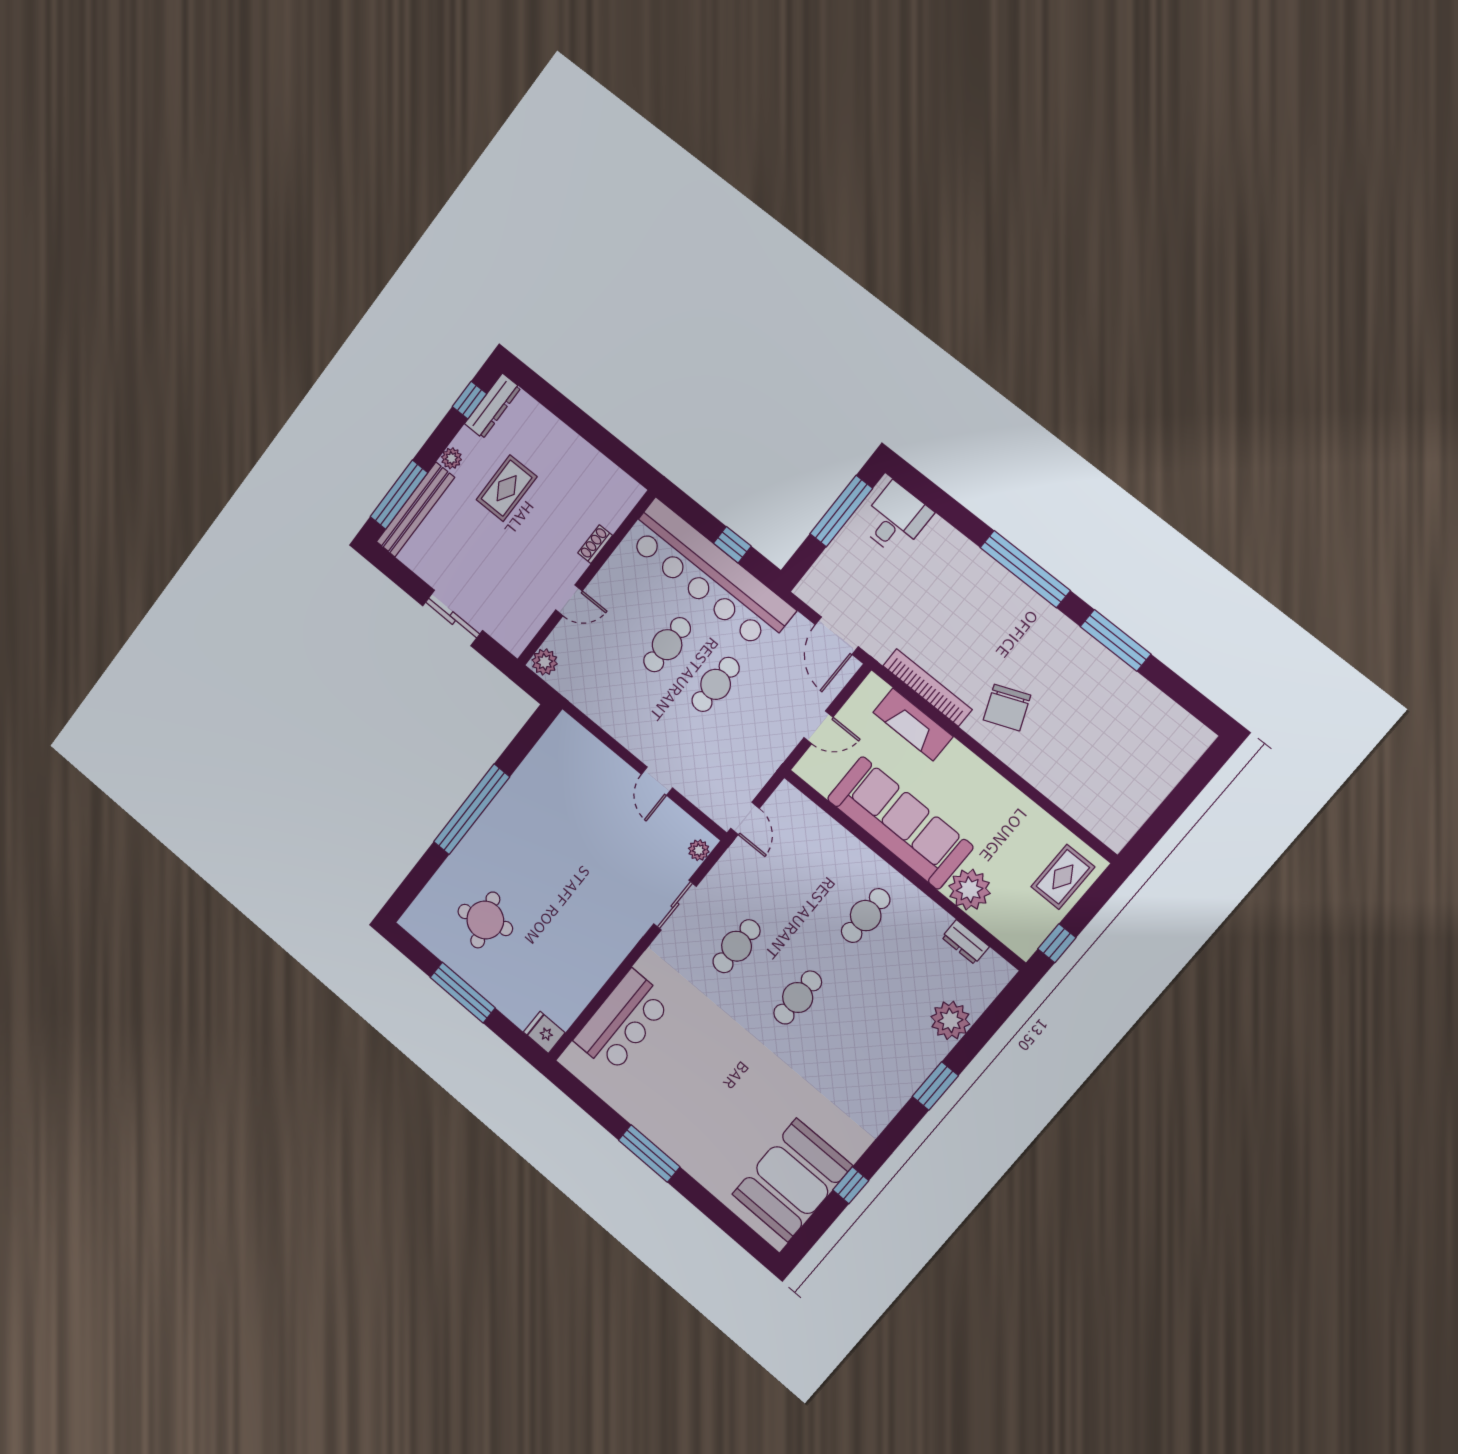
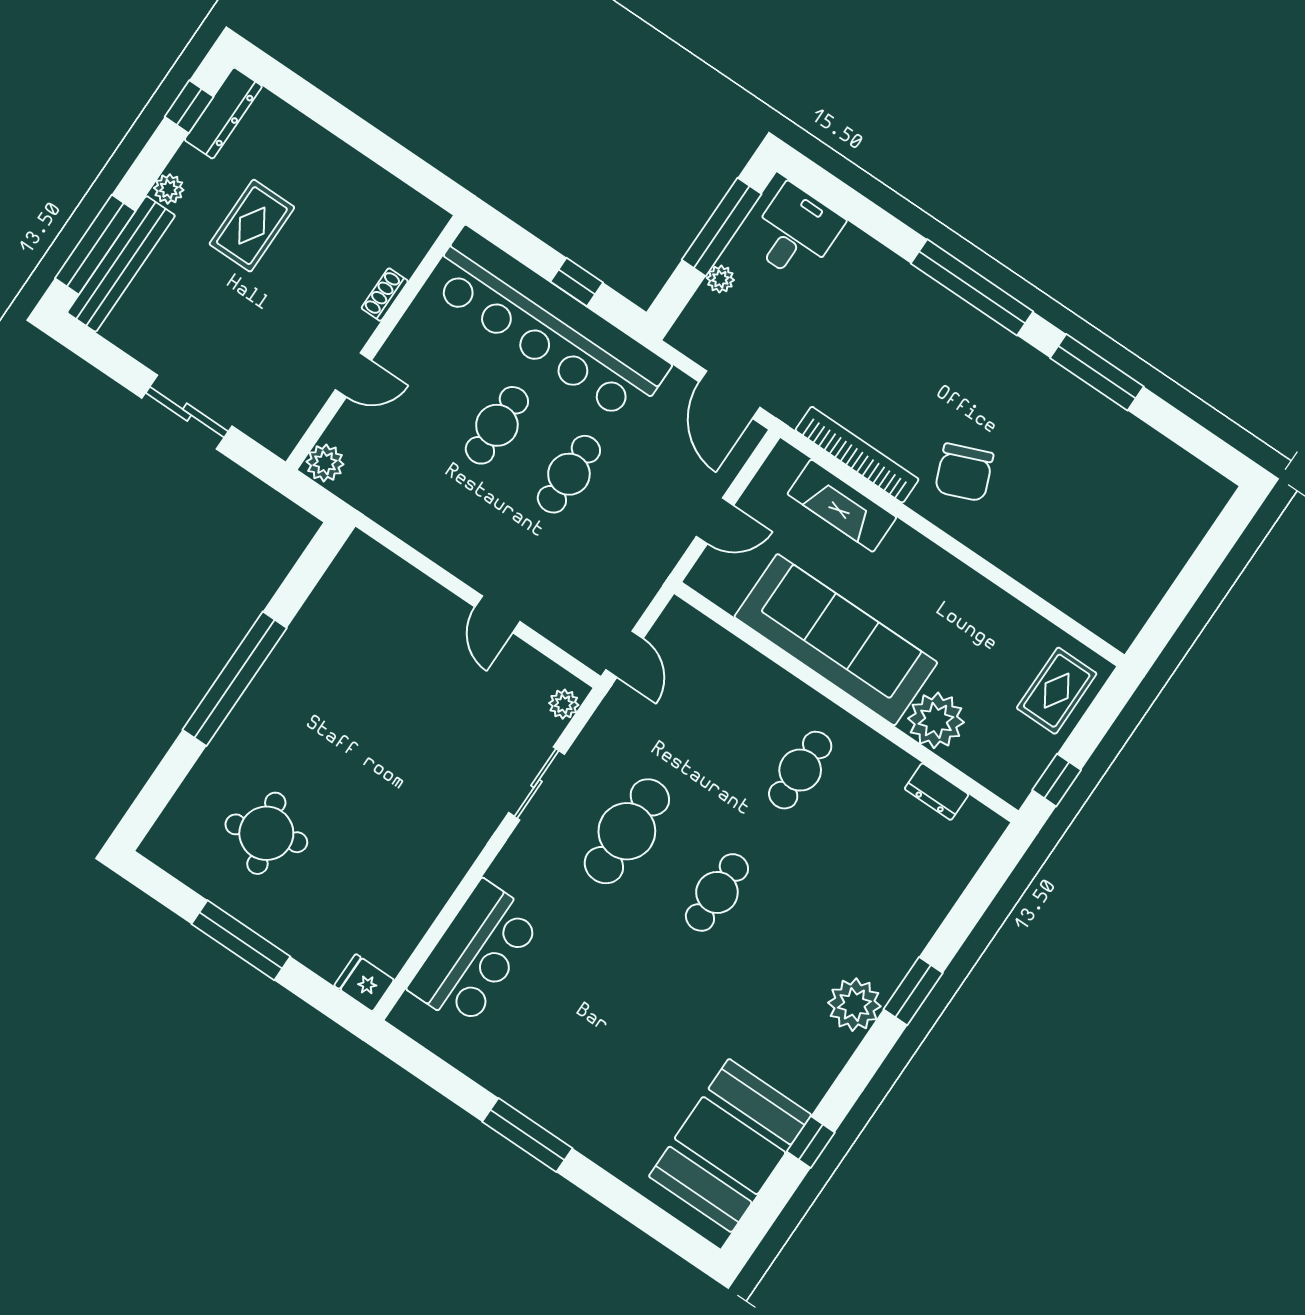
plant: (837, 550) -> (720, 279), added
cafe table: (736, 946) -> (627, 831), width x1.37, depth x1.35
plant: (950, 1020) -> (854, 1005), moved

